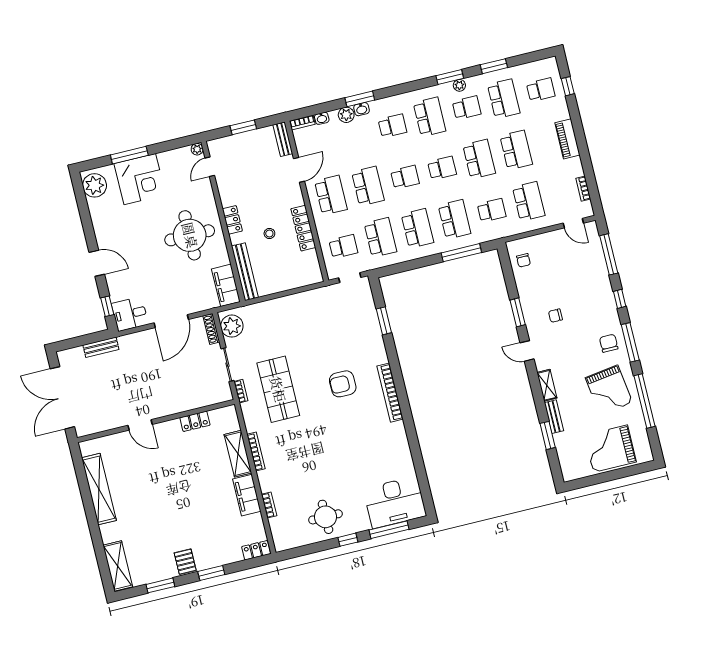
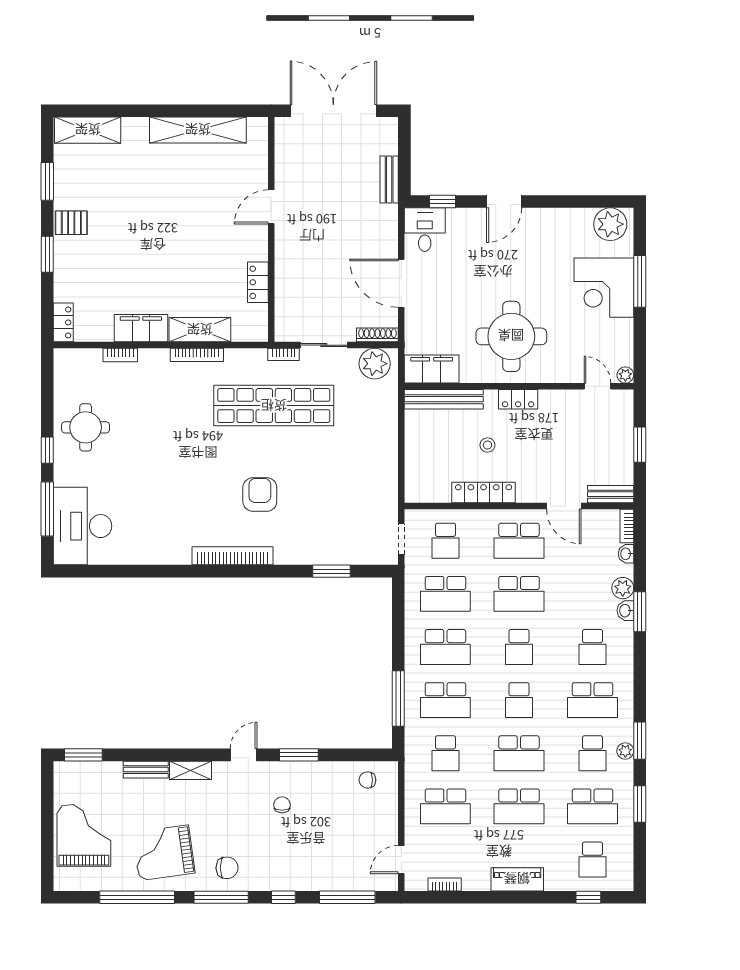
shop shelf: (278, 389) -> (274, 406), width x1.40
window: (548, 435) -> (83, 755), moved

